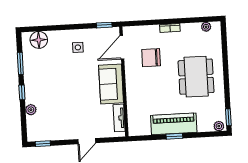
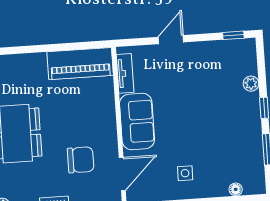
floor lamp: (39, 40) -> (236, 189), width x0.53, depth x0.53
piano: (174, 124) -> (80, 64), moved
window: (174, 136) -> (46, 48), removed

